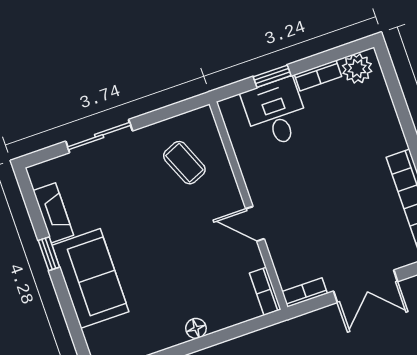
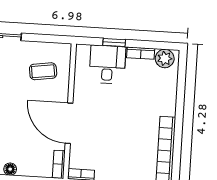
coffee table: (184, 163) -> (43, 71), turned -75
door: (255, 224) -> (69, 123), width x1.87

